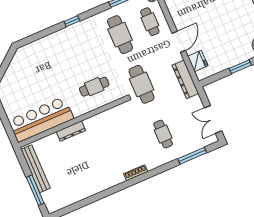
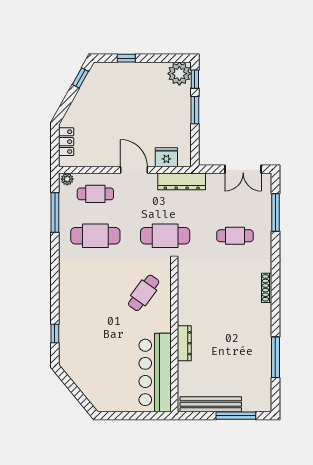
window: (72, 21) -> (55, 334), moved
cafe table: (94, 87) -> (144, 293), turned 36
window: (89, 200) -> (275, 357), added

